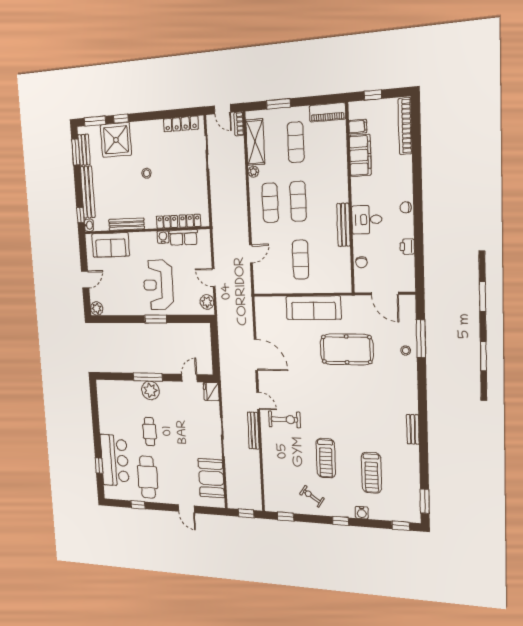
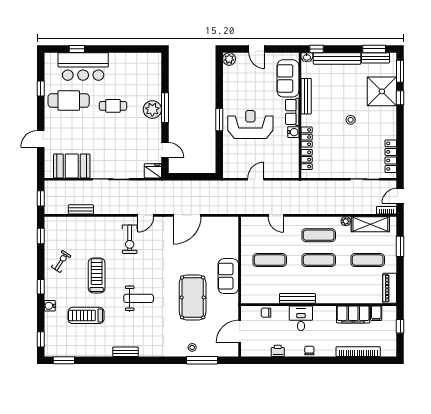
bookcase: (405, 126) -> (358, 352), moved
row of seats: (183, 237) -> (292, 112), moved
plant: (207, 302) -> (234, 171), removed
sofa: (313, 308) -> (228, 276), width x0.73
weight bench: (350, 412) -> (139, 298), added
bench: (253, 431) -> (81, 209), moved, width x0.73
treadmill: (326, 458) -> (97, 275), turned 90

